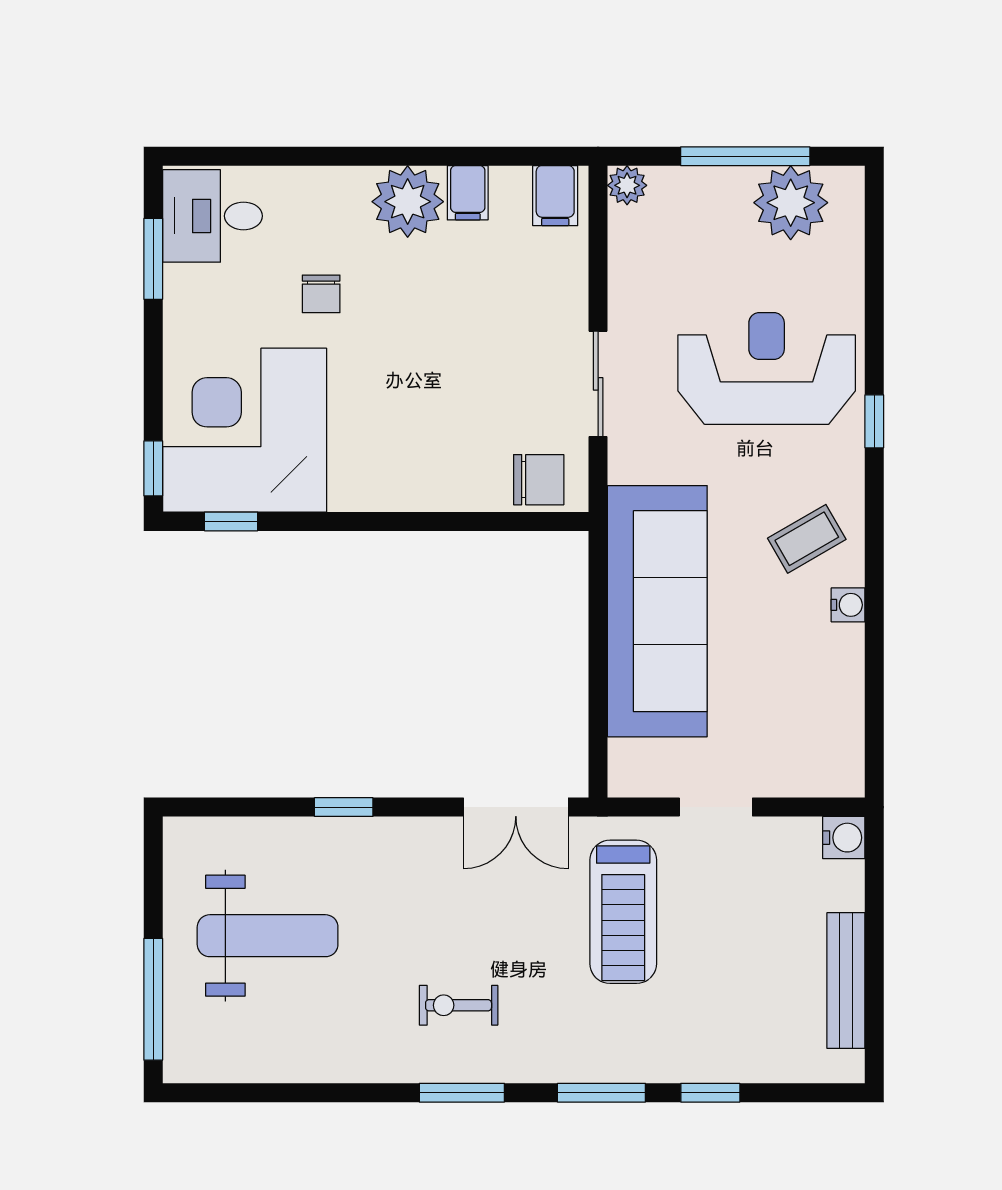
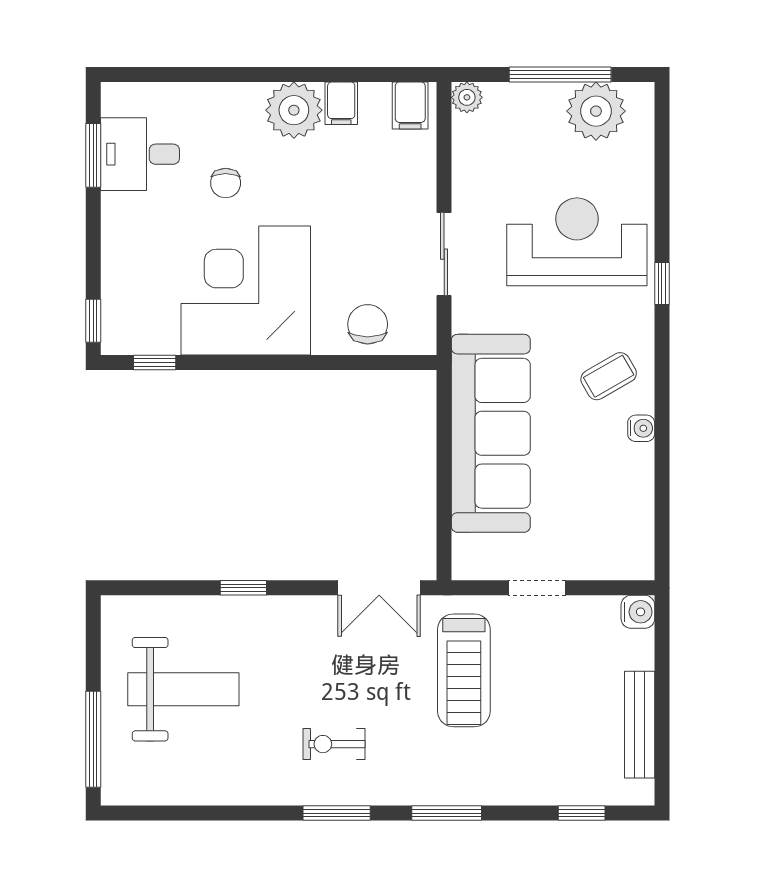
desk: (213, 216) -> (140, 154), moved
corner desk: (245, 430) -> (246, 290), moved
chair: (539, 480) -> (368, 324), moved, turned -90
window: (710, 1093) -> (582, 813), moved

